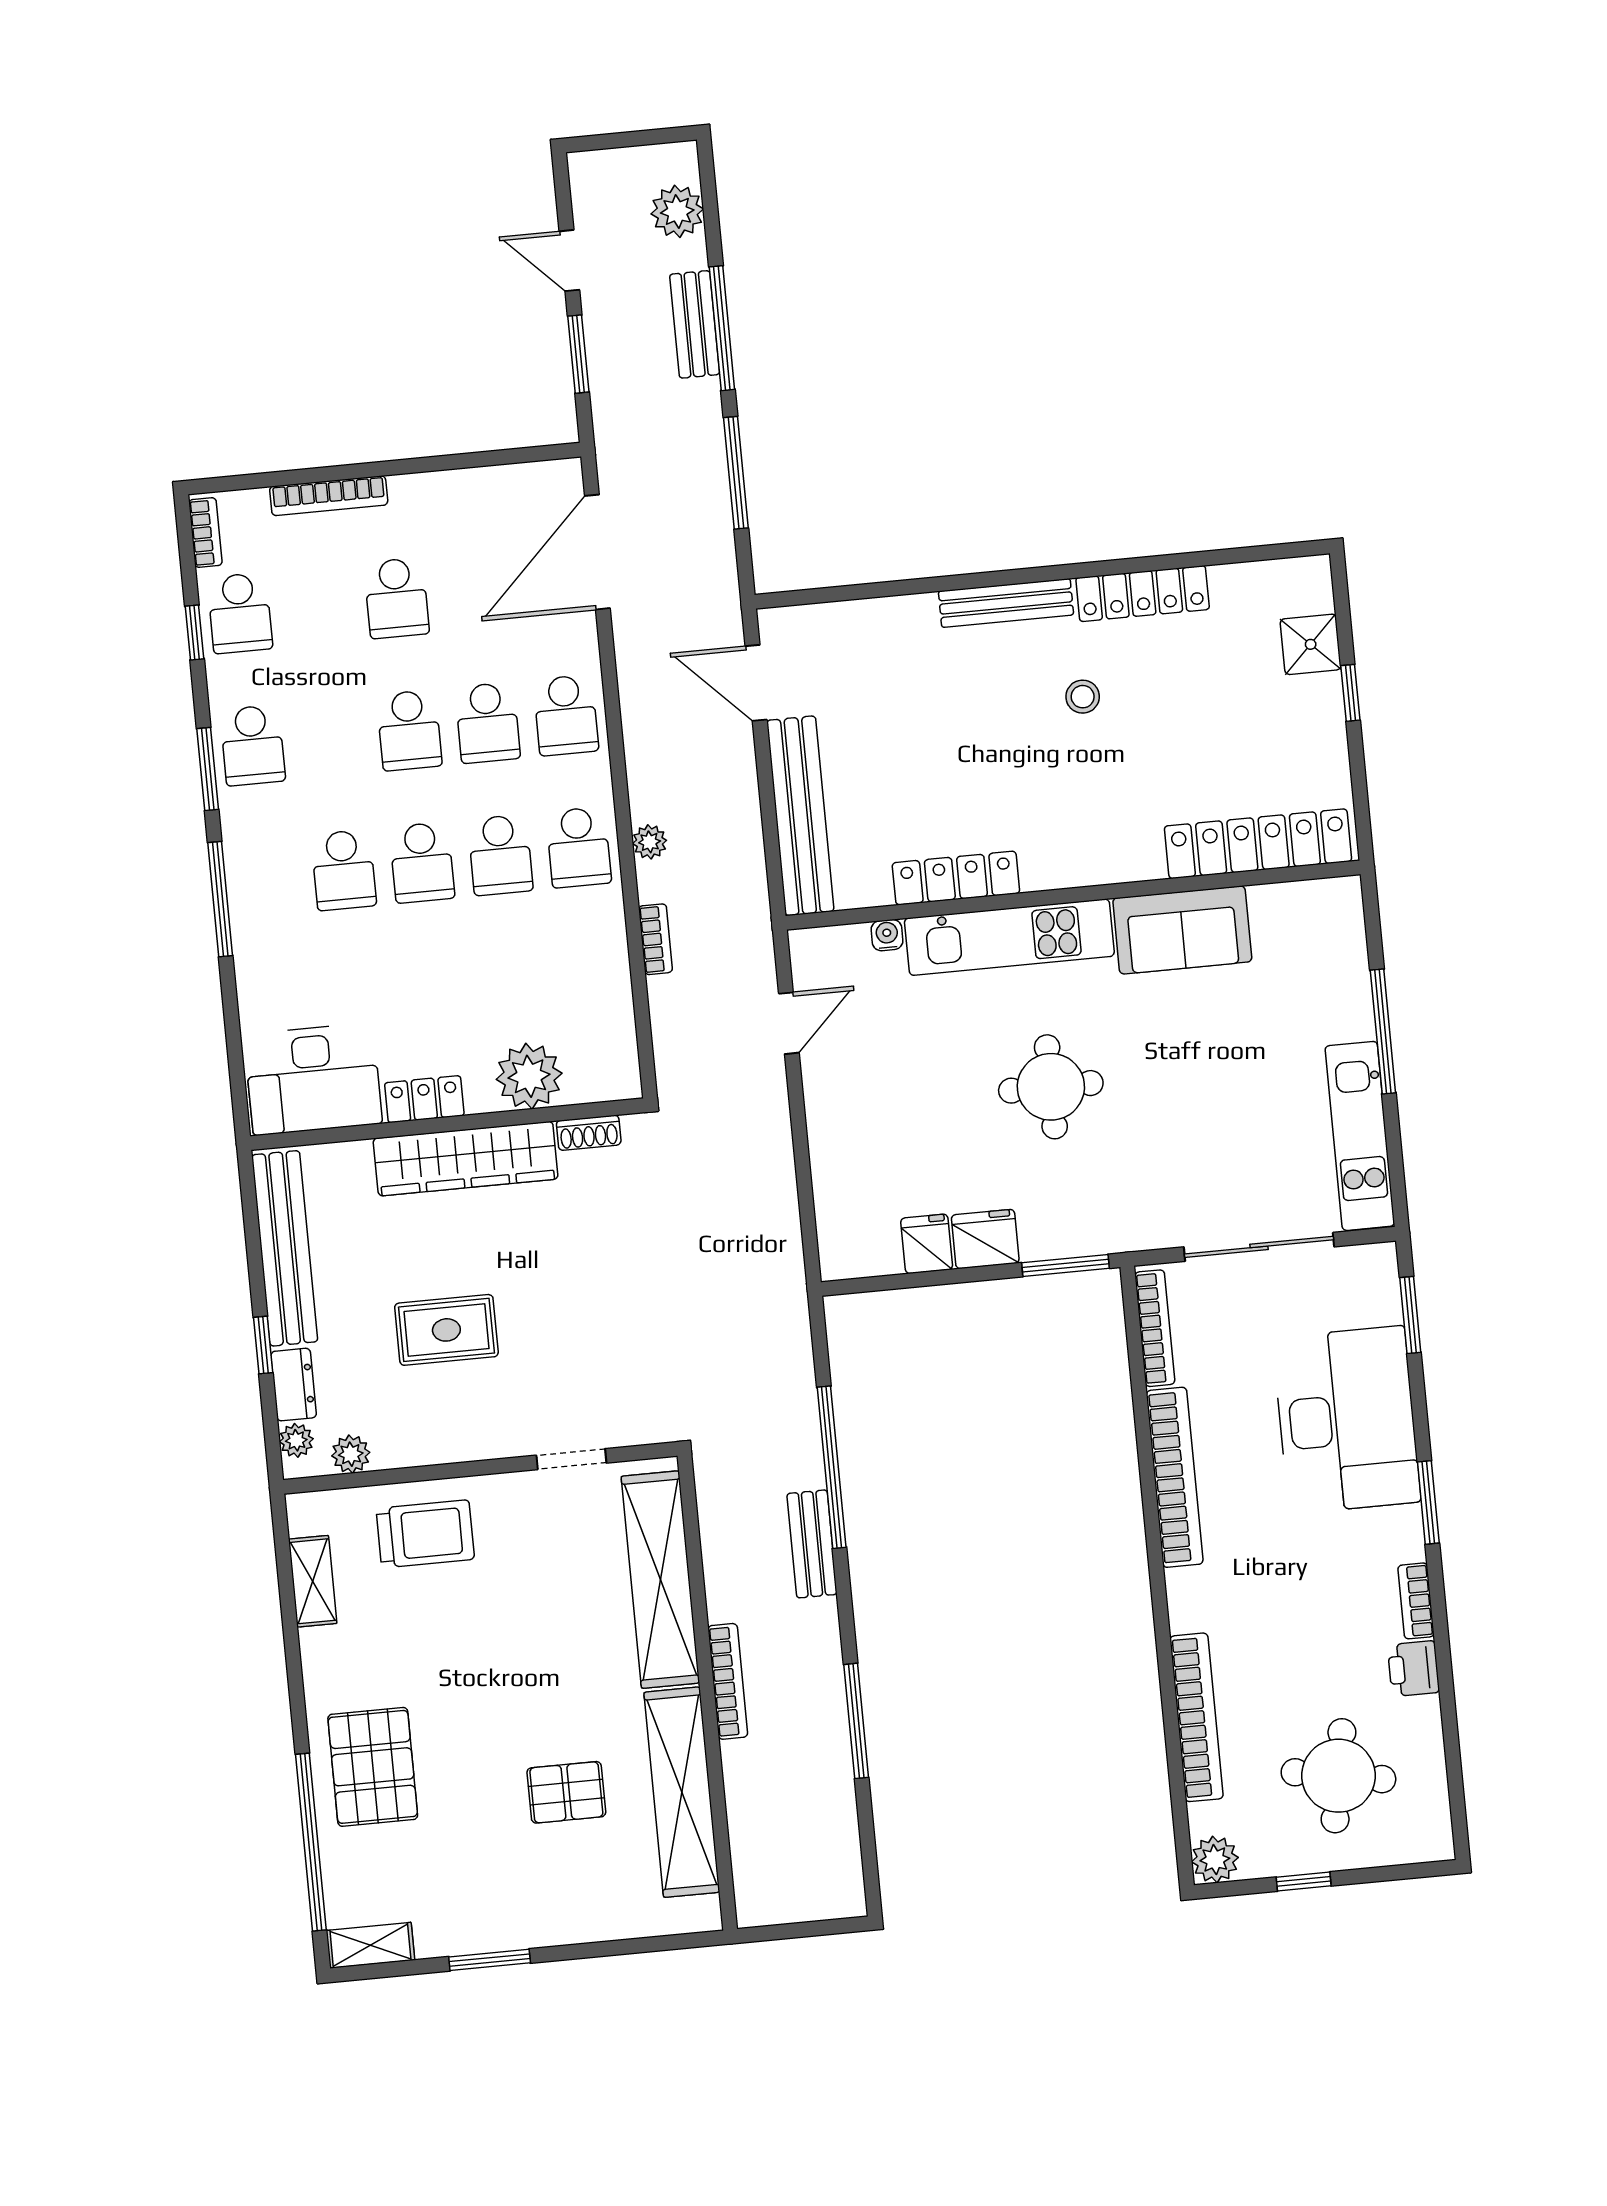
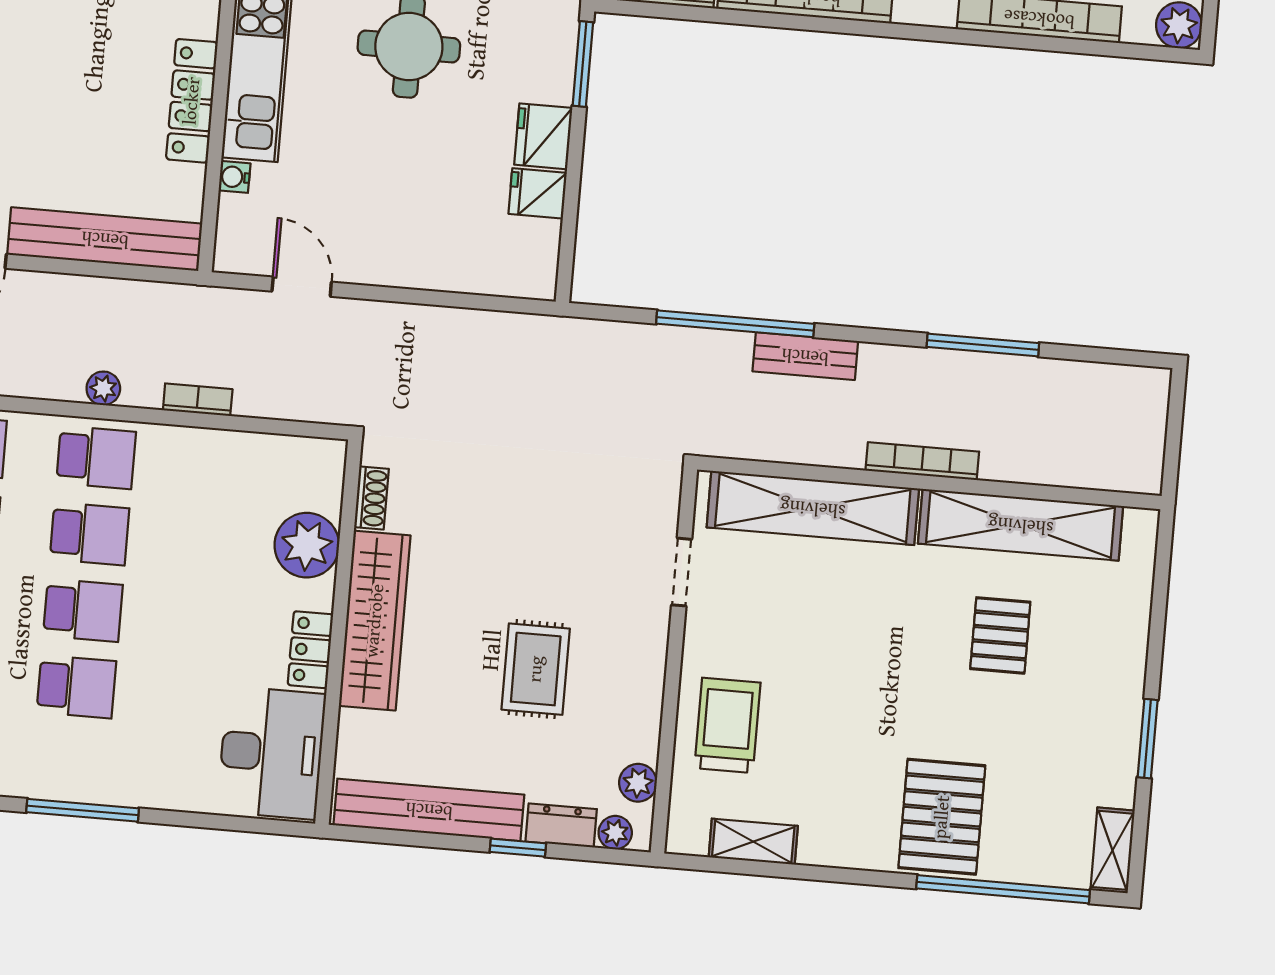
pallet: (373, 1767) -> (942, 817), turned 90

